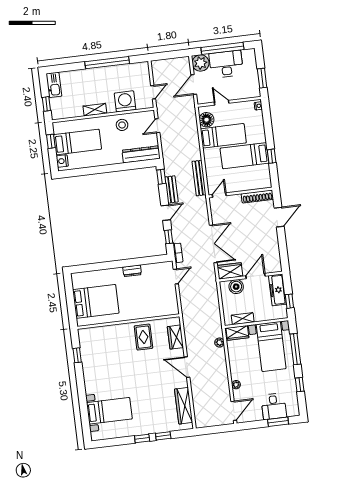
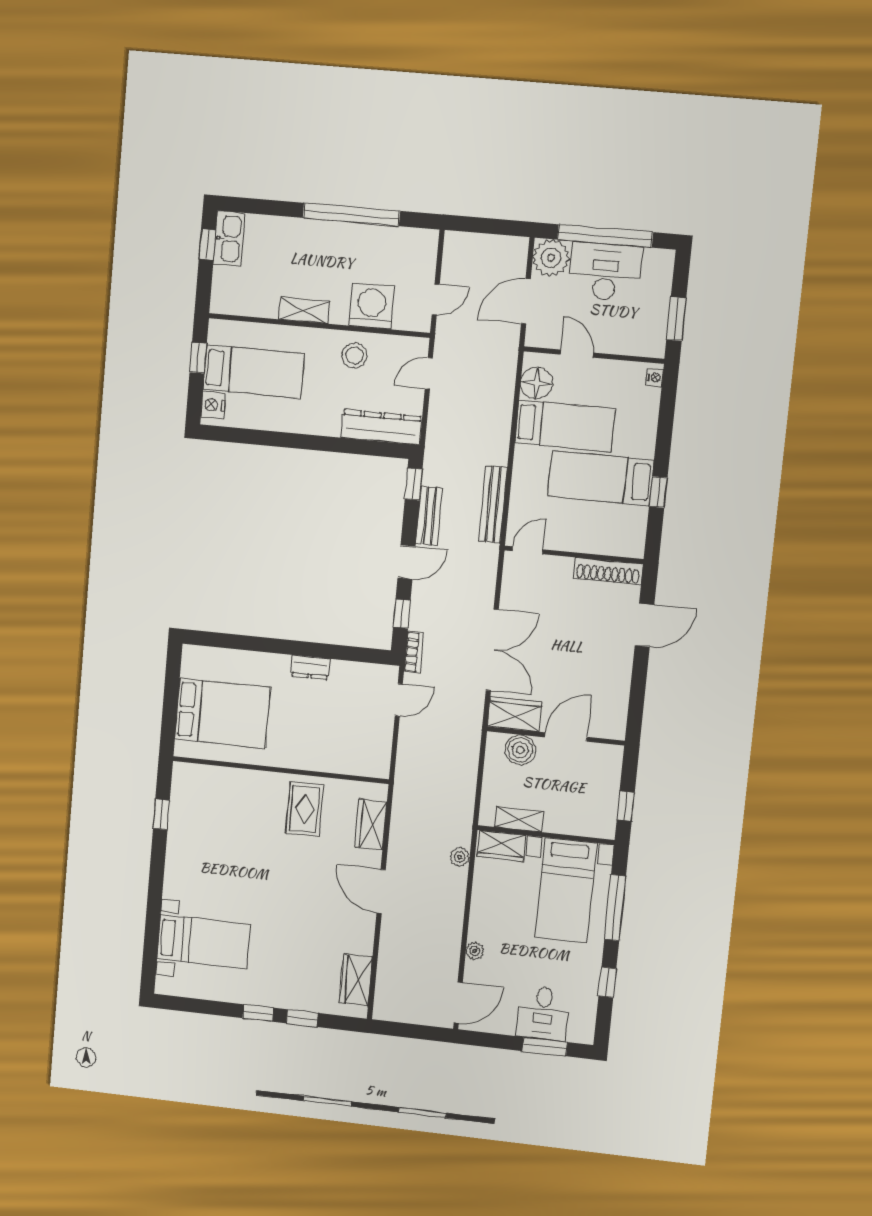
window: (46, 104) -> (207, 244), moved
freezer: (277, 290) -> (606, 777), removed
wardrobe: (184, 406) -> (356, 980), width x0.67

